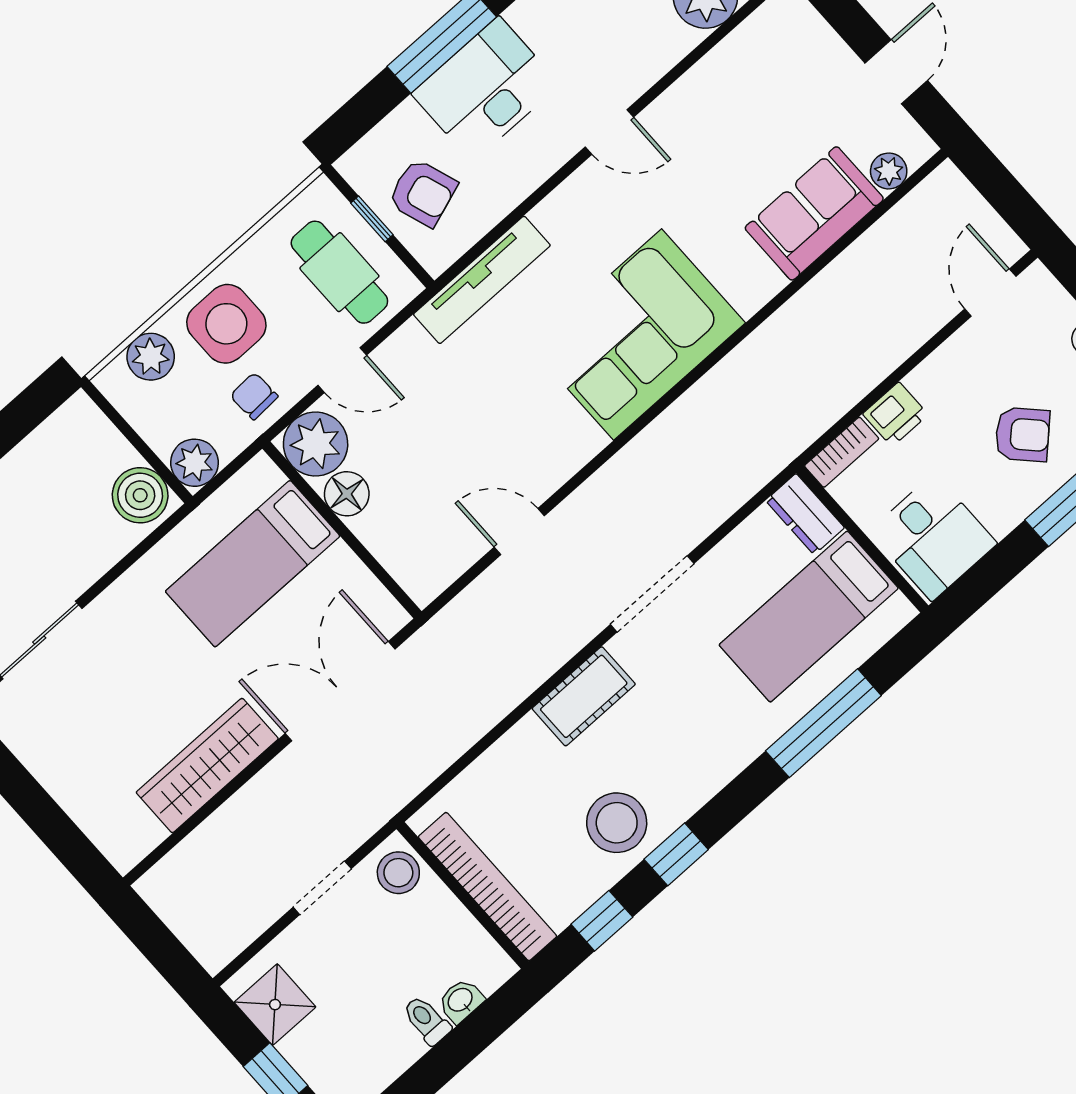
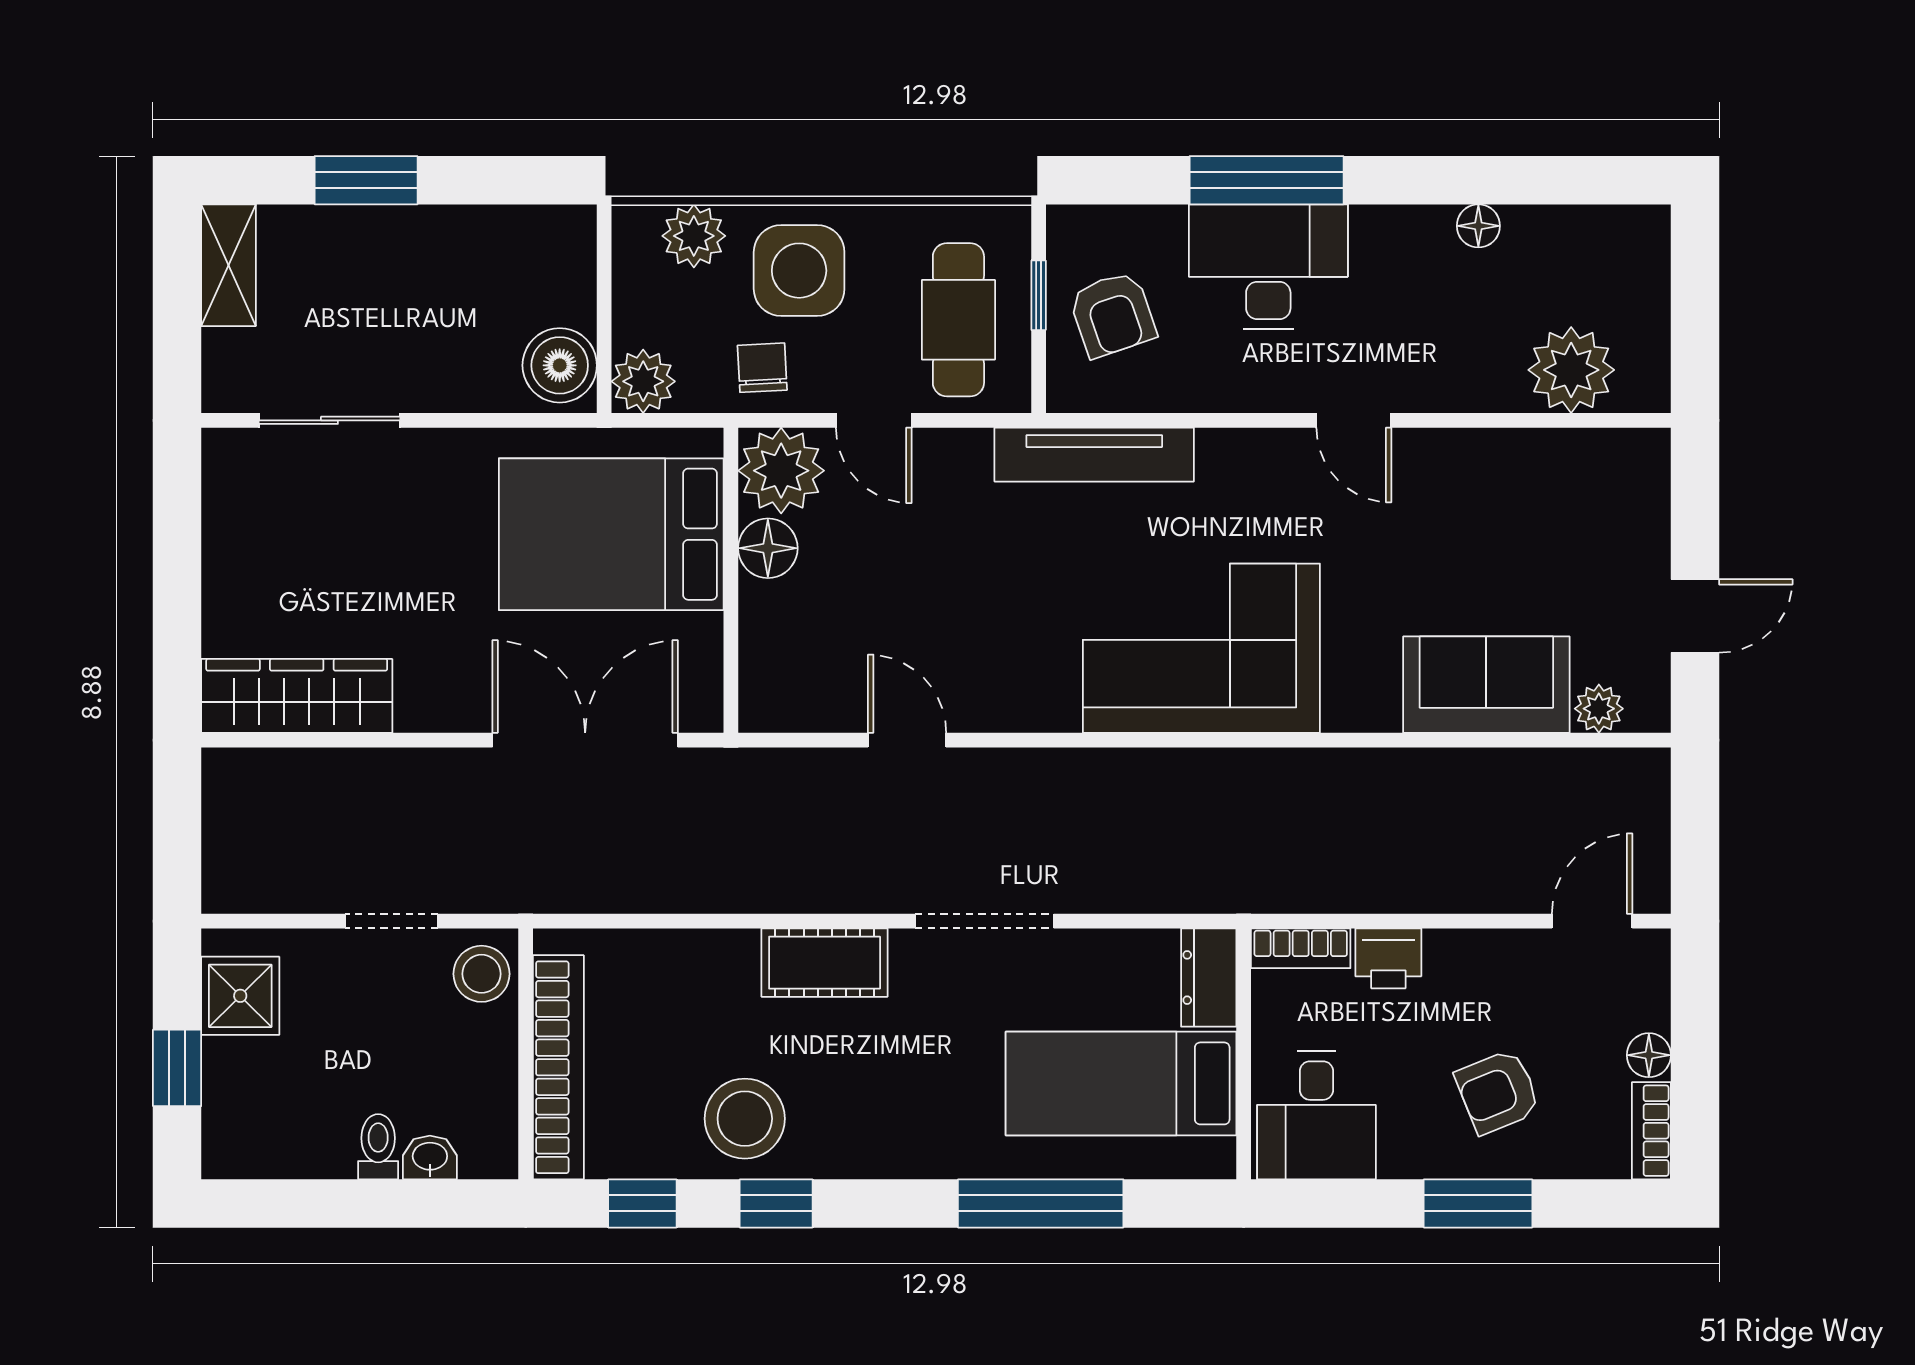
armchair: (1022, 434) -> (1498, 1092), turned 112
bed: (253, 564) -> (611, 534), width x1.50
wardrobe: (207, 766) -> (297, 696), moved

